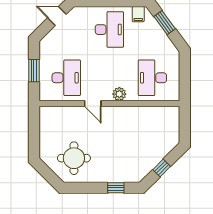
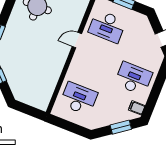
desk: (109, 30) -> (133, 78), turned 180
plant: (119, 94) -> (76, 65), removed

